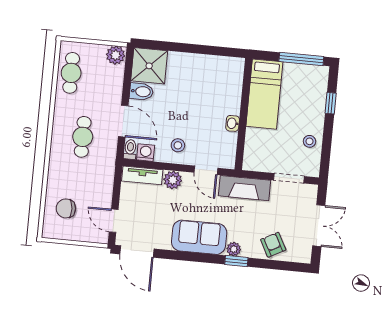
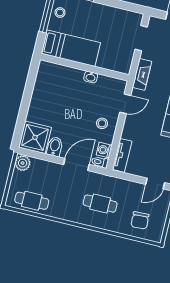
cafe table: (83, 137) -> (100, 204), moved
stool: (309, 141) -> (60, 13), moved
plant: (173, 180) -> (129, 131), removed
fireplace: (244, 188) -> (142, 74), width x0.73, depth x0.76

